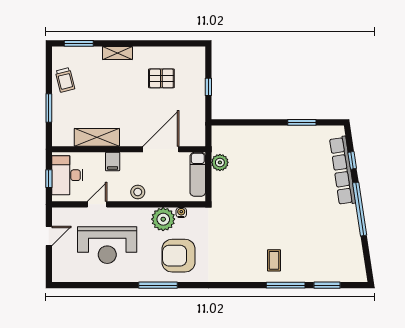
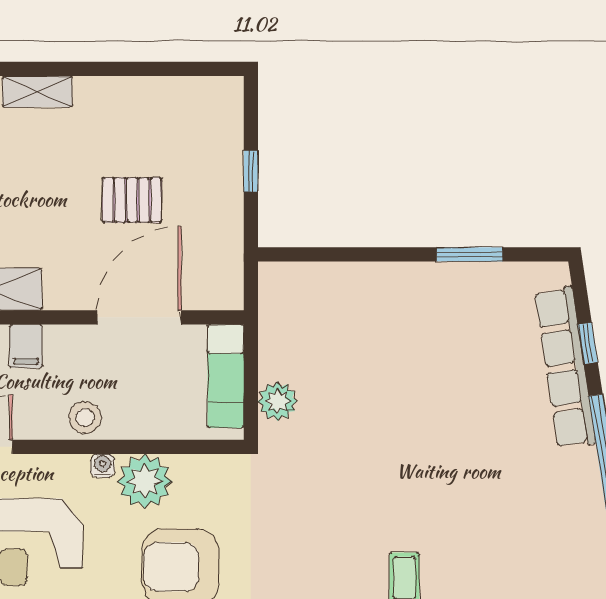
pallet: (161, 78) -> (132, 200), moved
plant: (220, 162) -> (278, 401), moved
water cooler: (181, 212) -> (103, 466), moved

